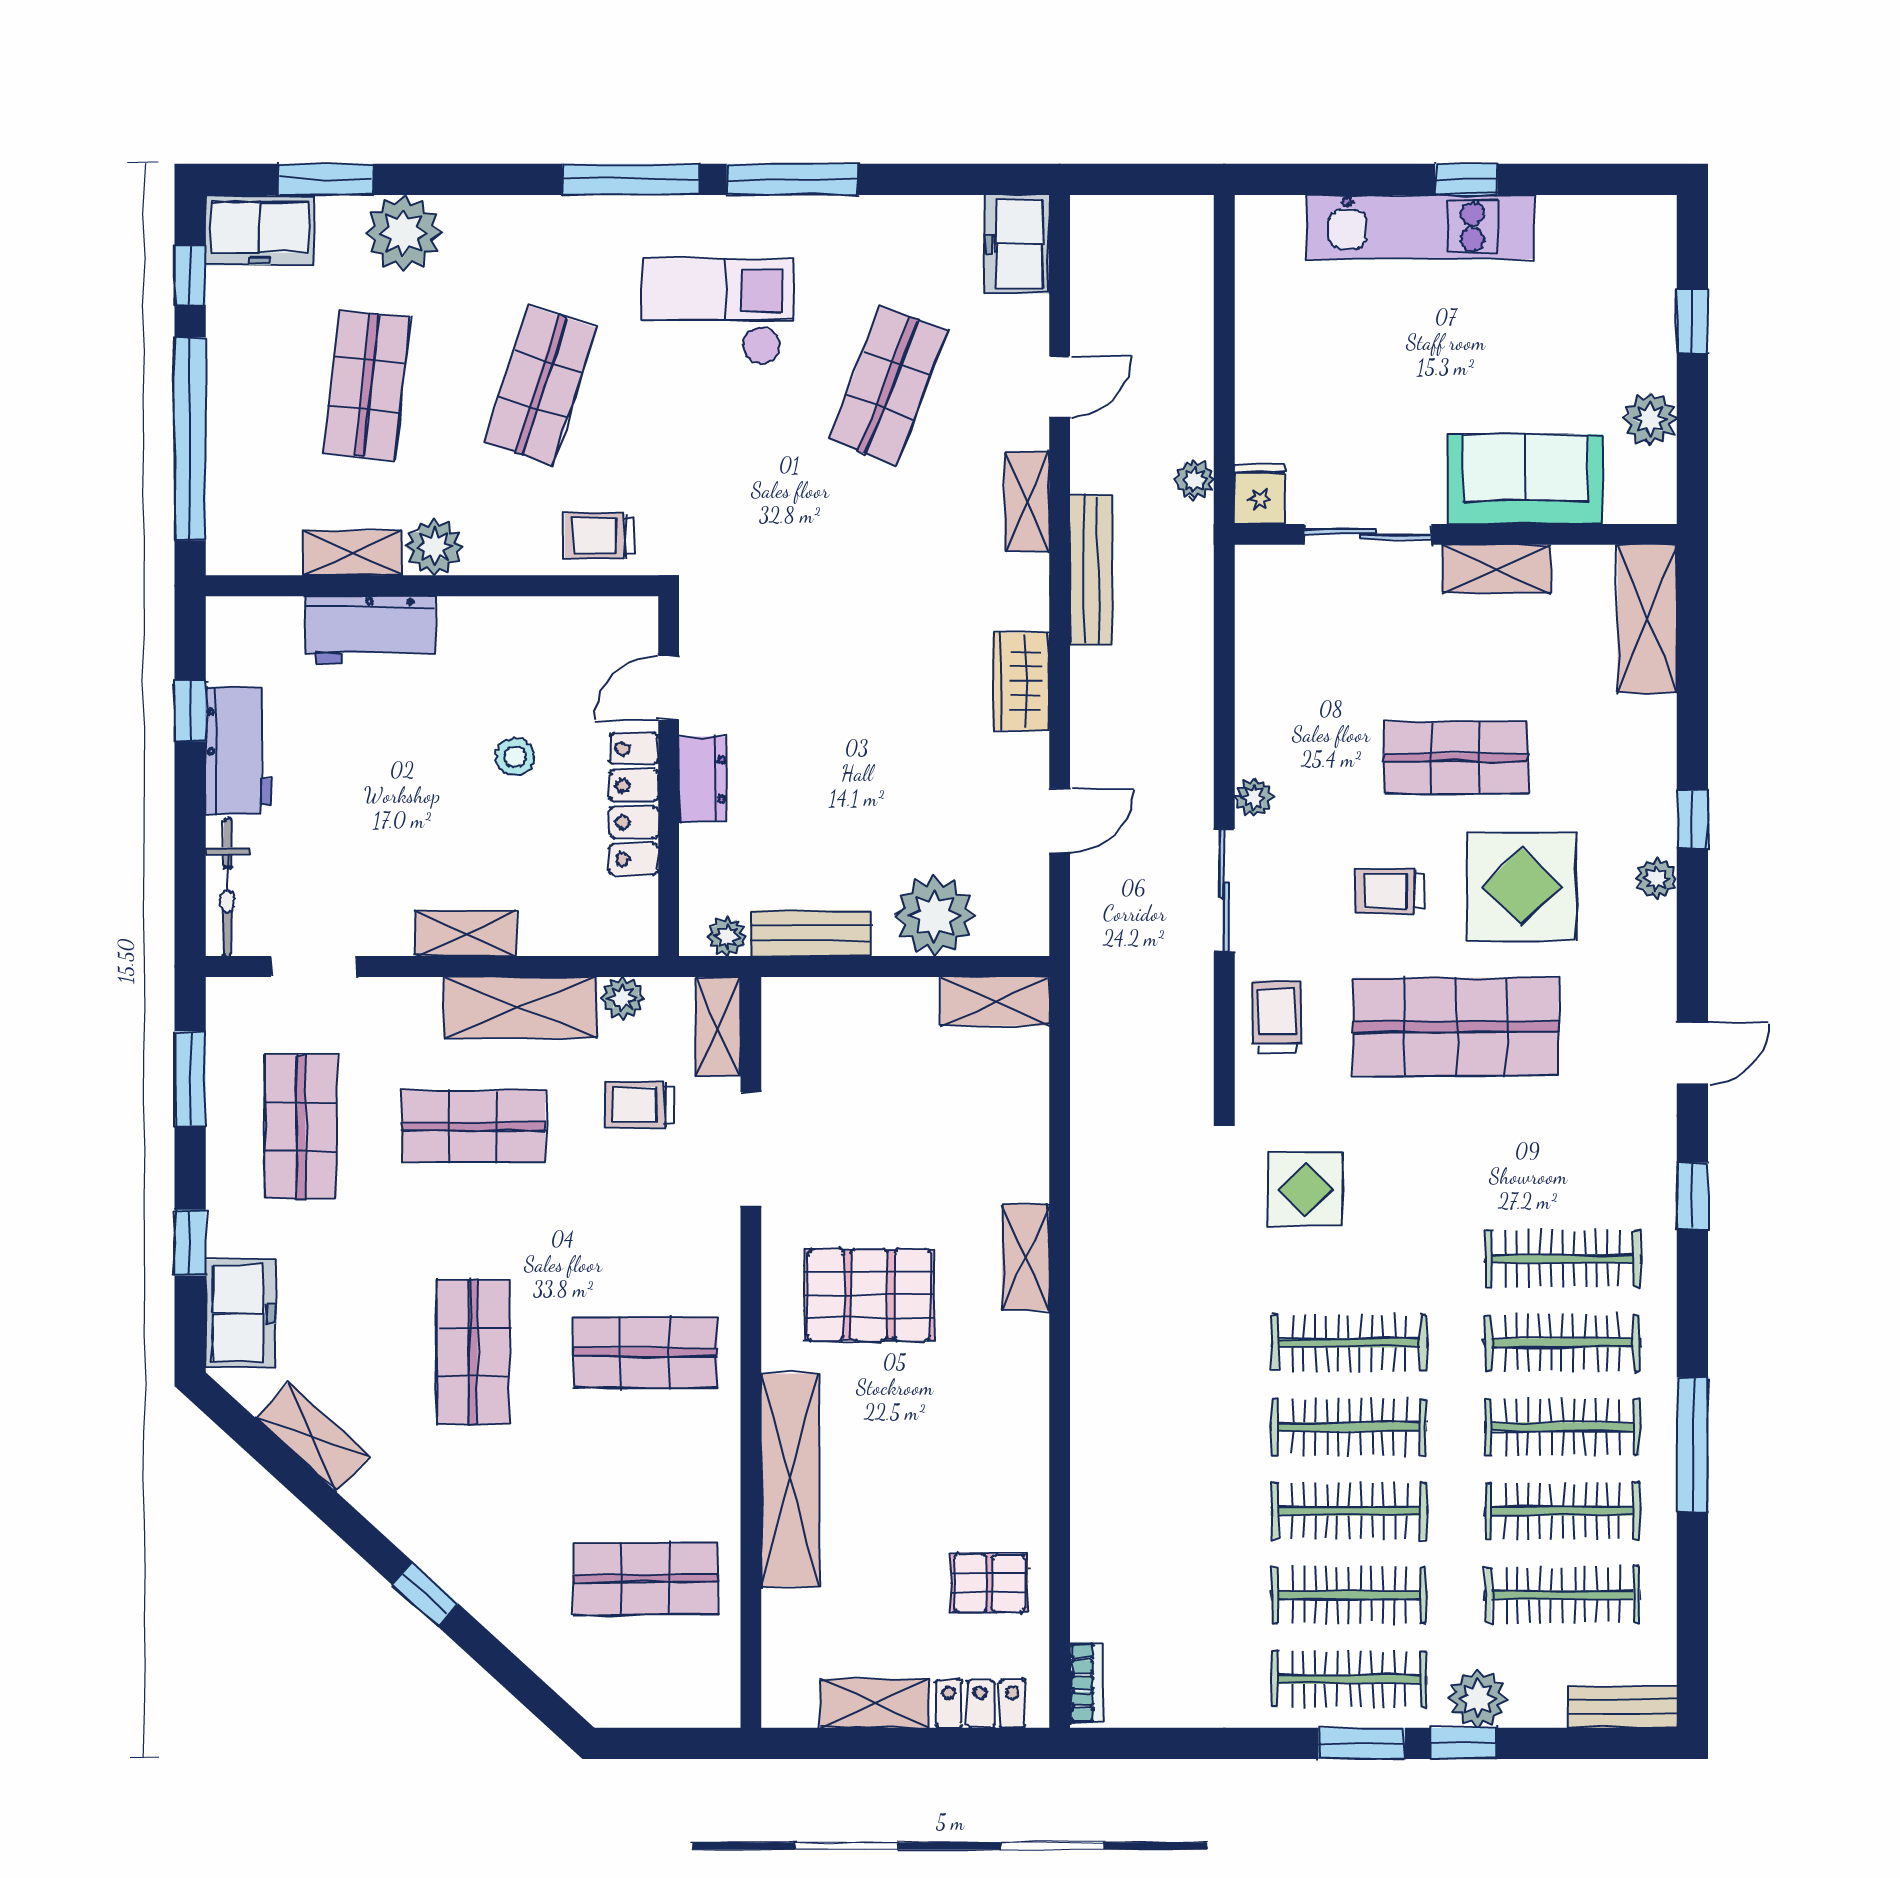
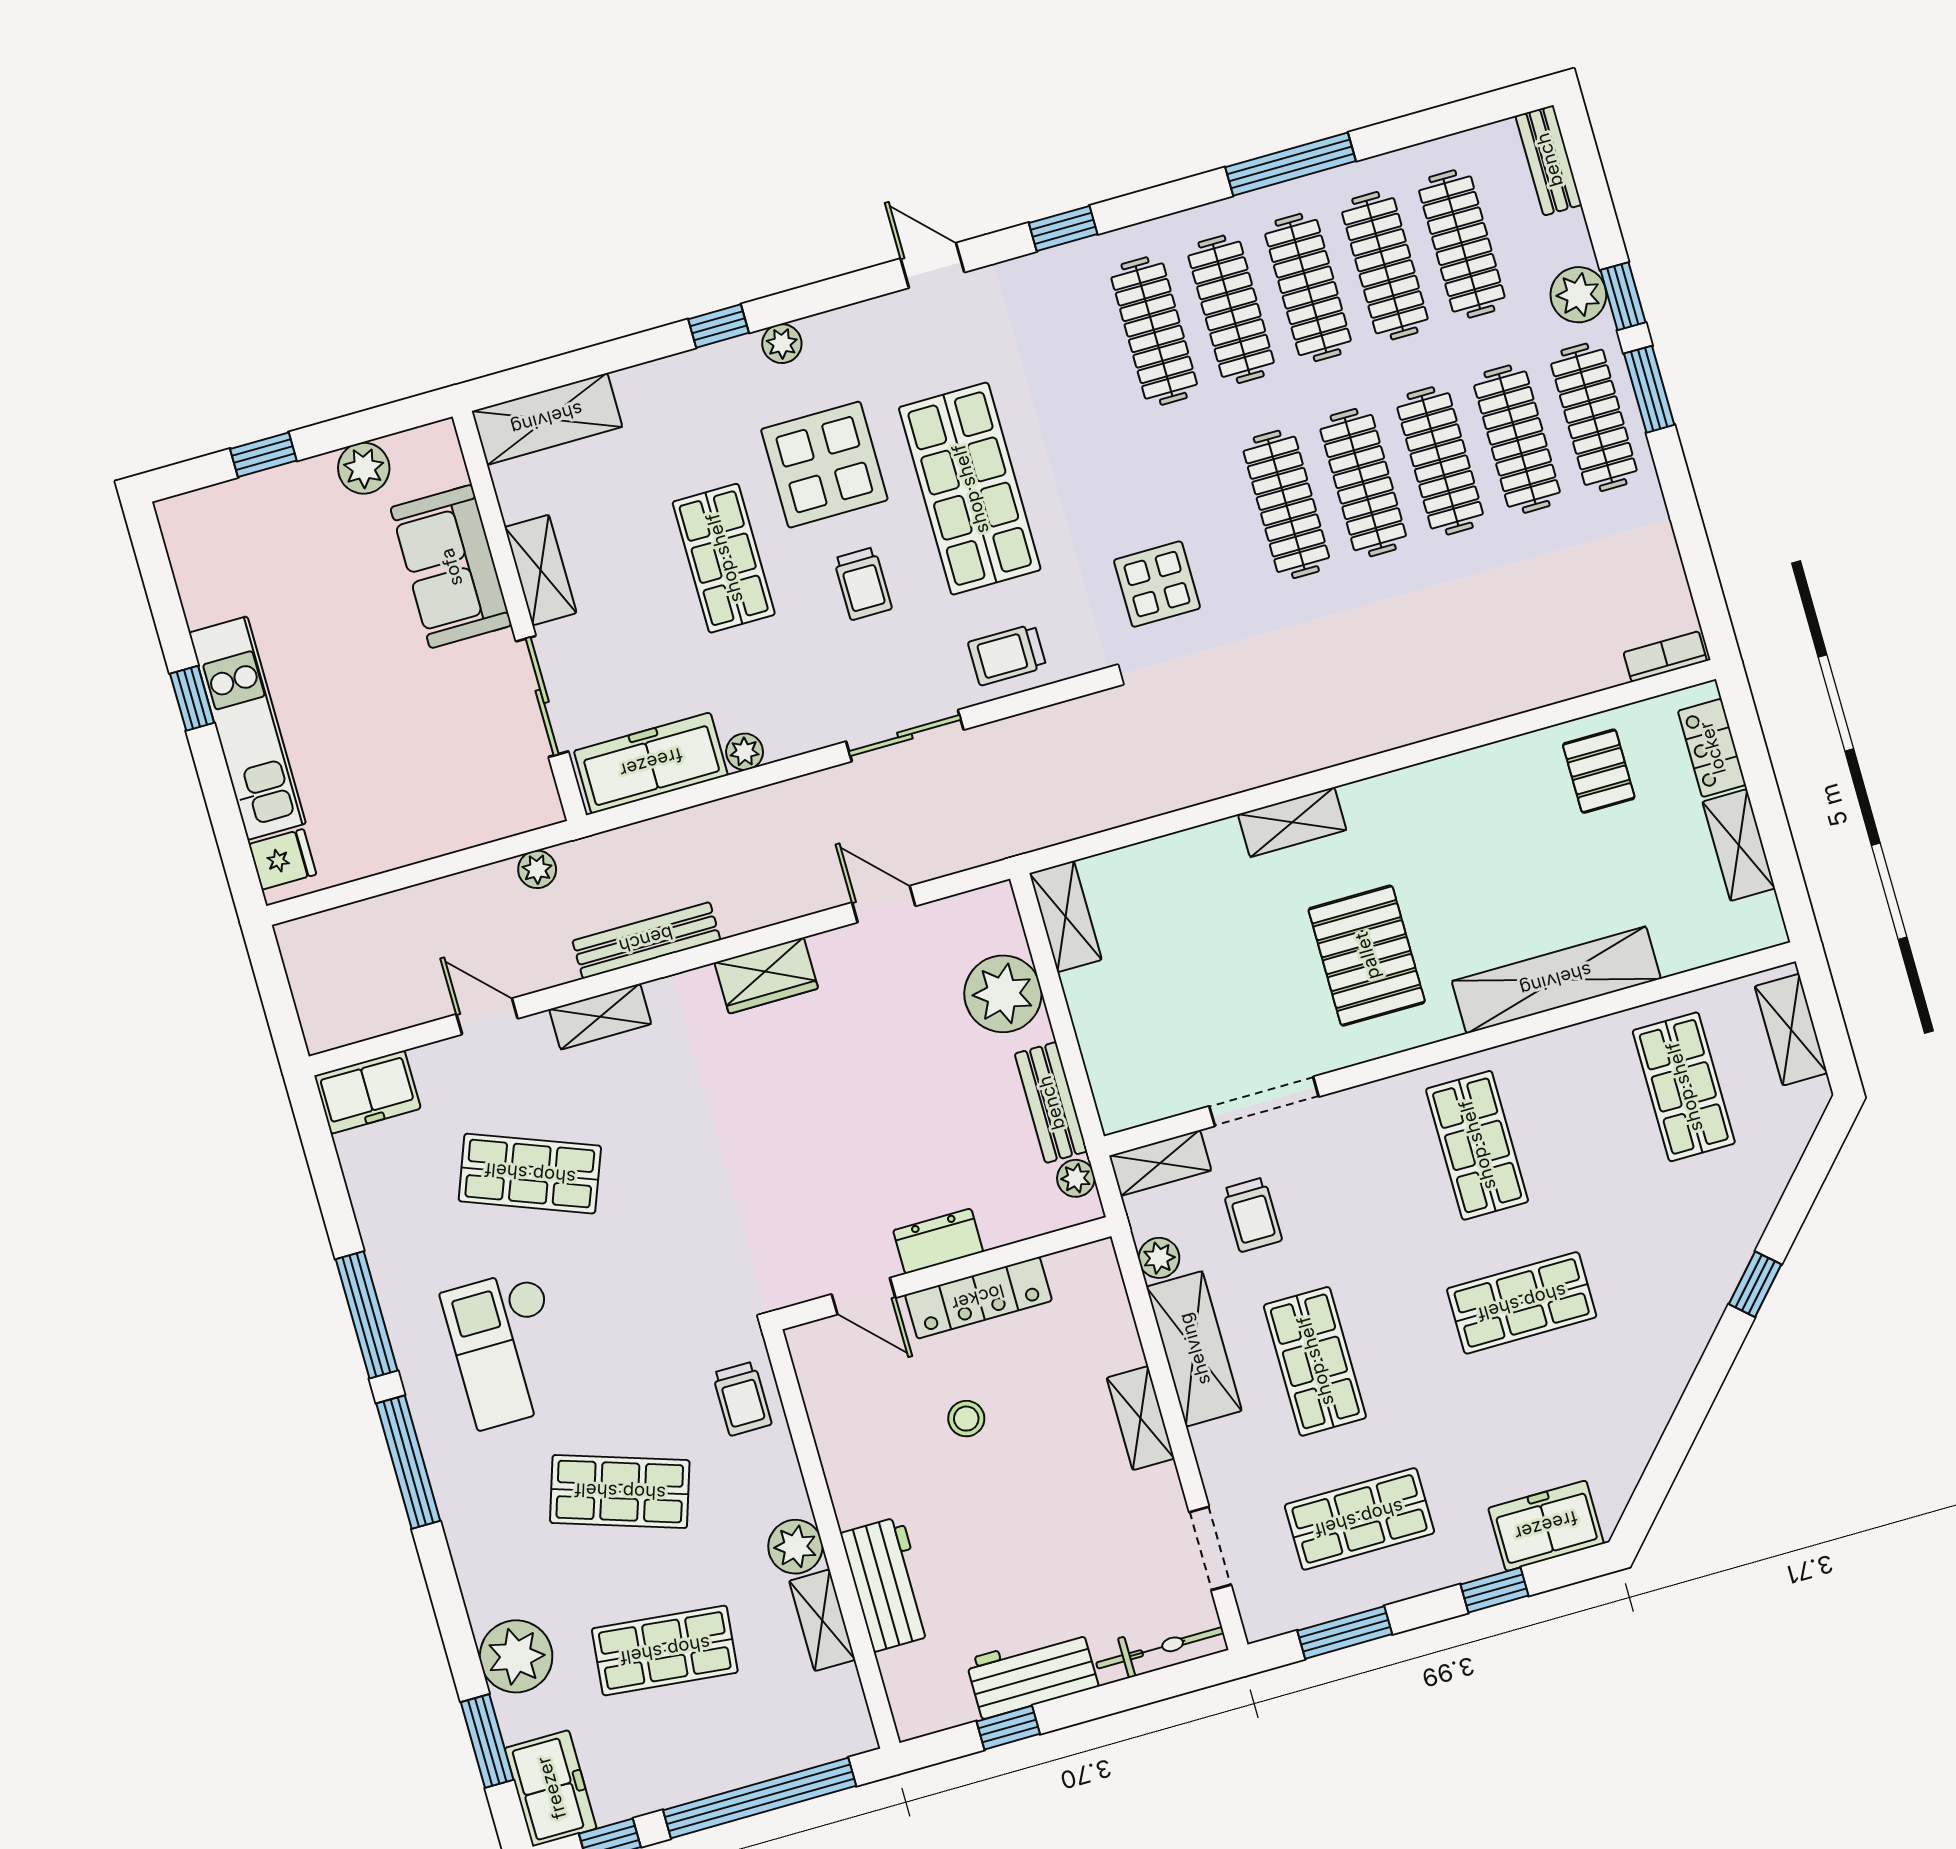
fridge: (1260, 494) -> (283, 859), moved, turned 180
freezer: (1269, 625) -> (651, 763), added
plant: (1254, 798) -> (745, 752), moved
shelving: (313, 1437) -> (1791, 1030), moved, turned -42

